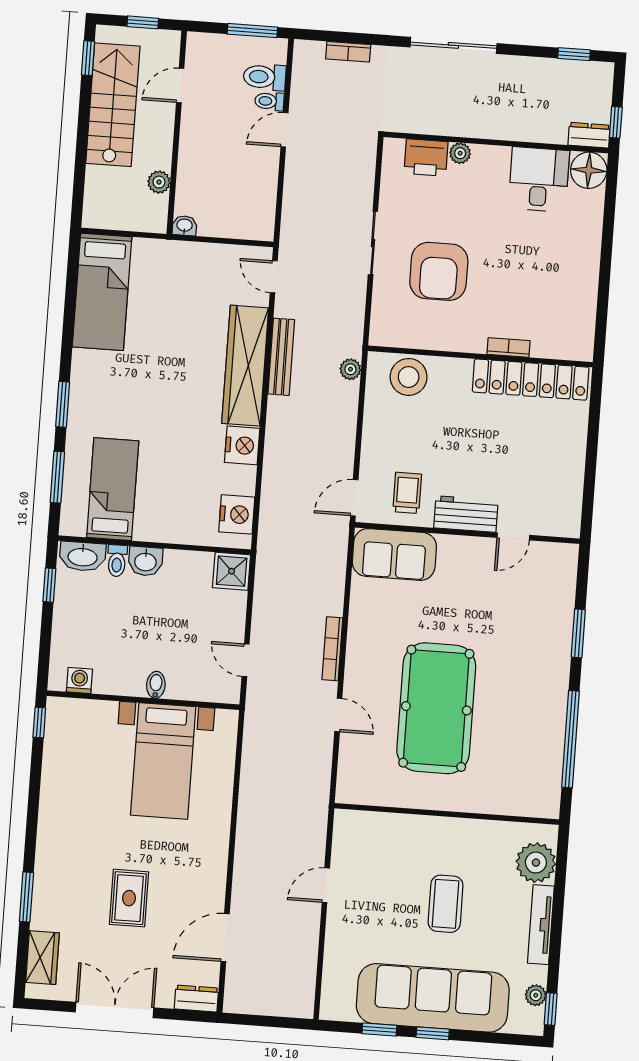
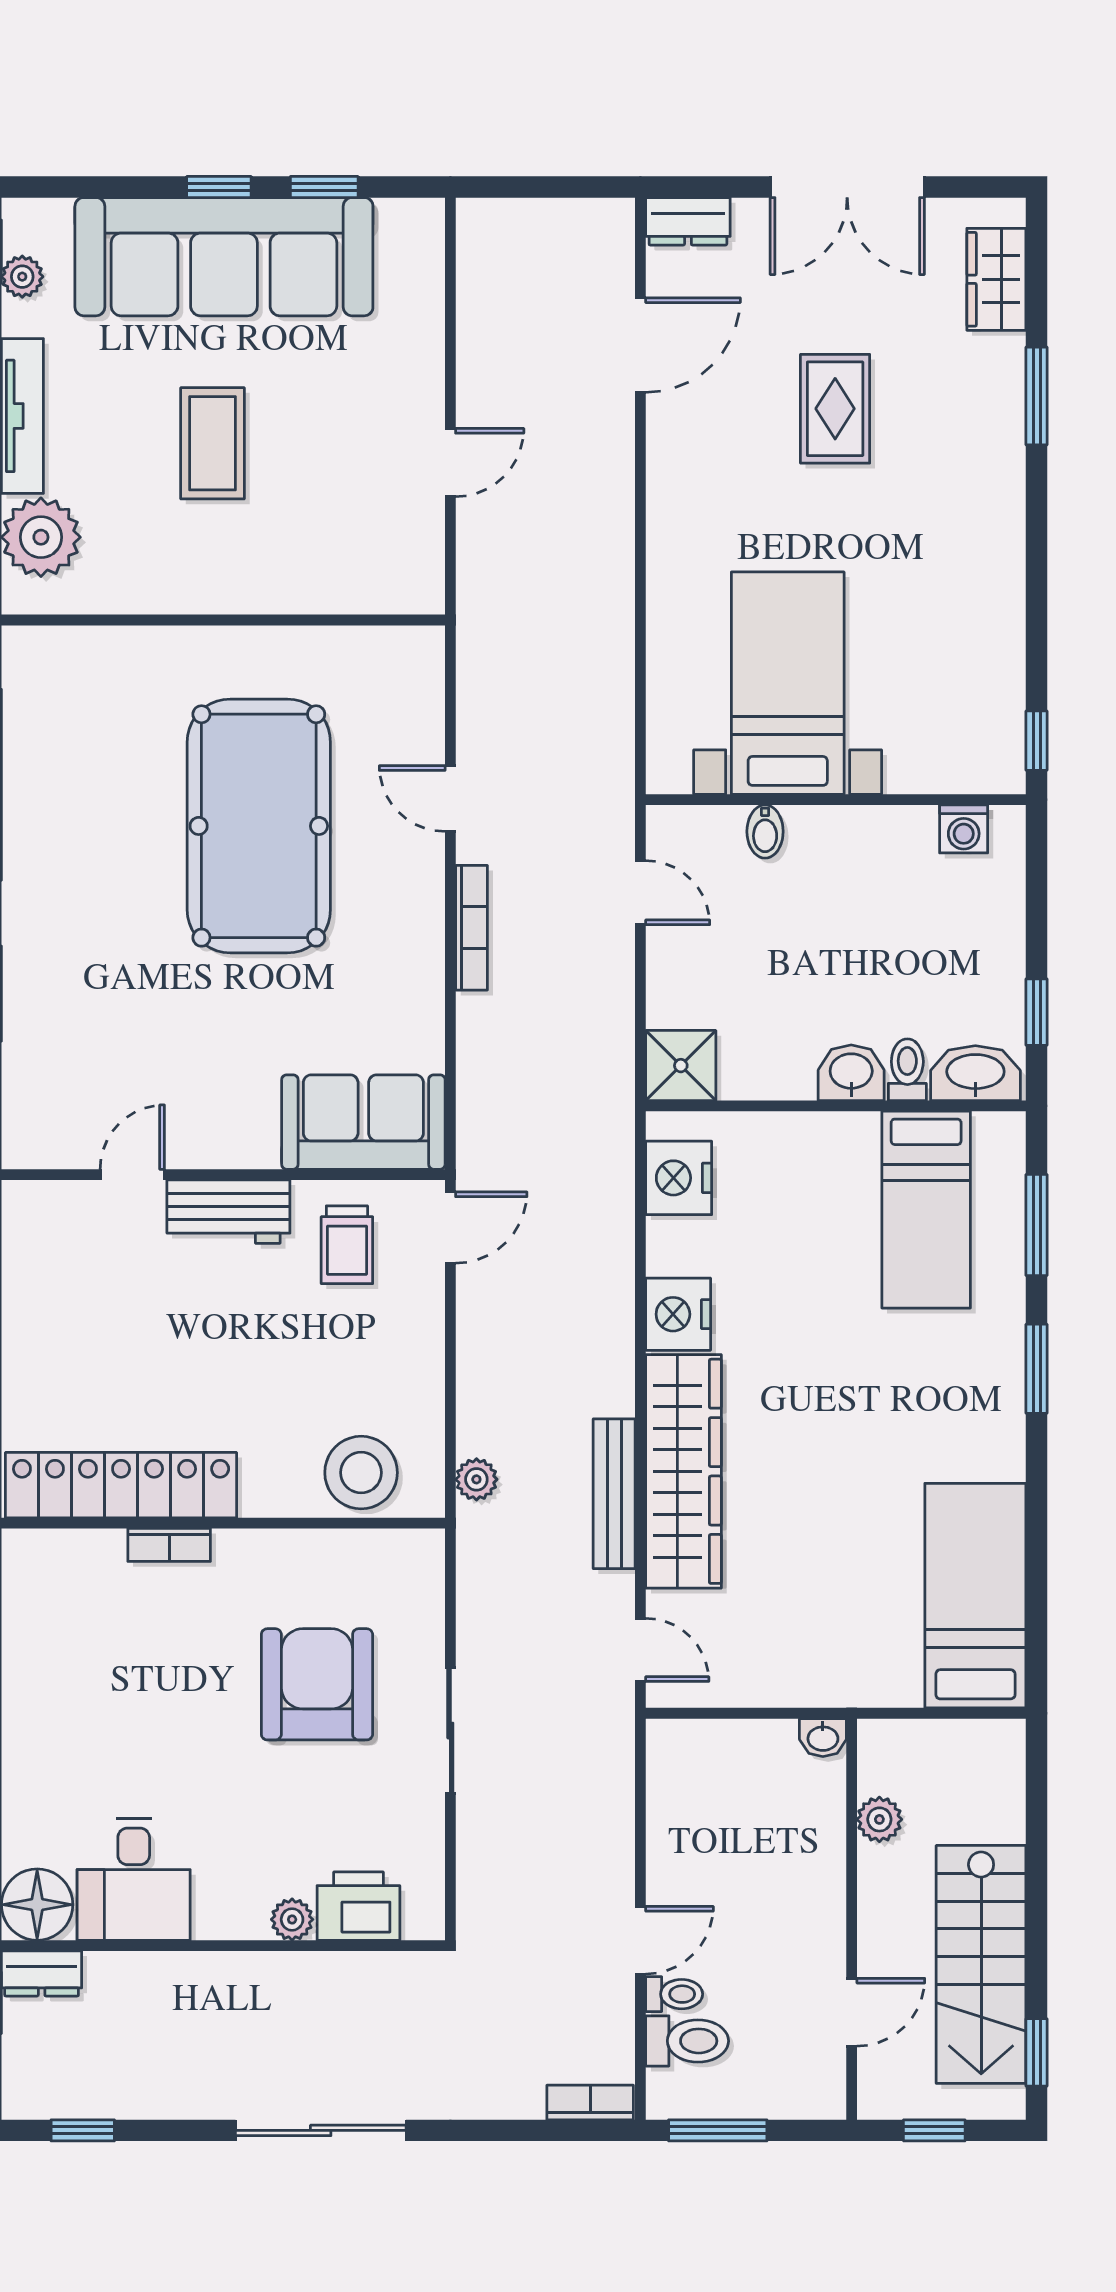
bookcase: (348, 52) -> (590, 2103), moved
bidet: (156, 685) -> (765, 831), moved

